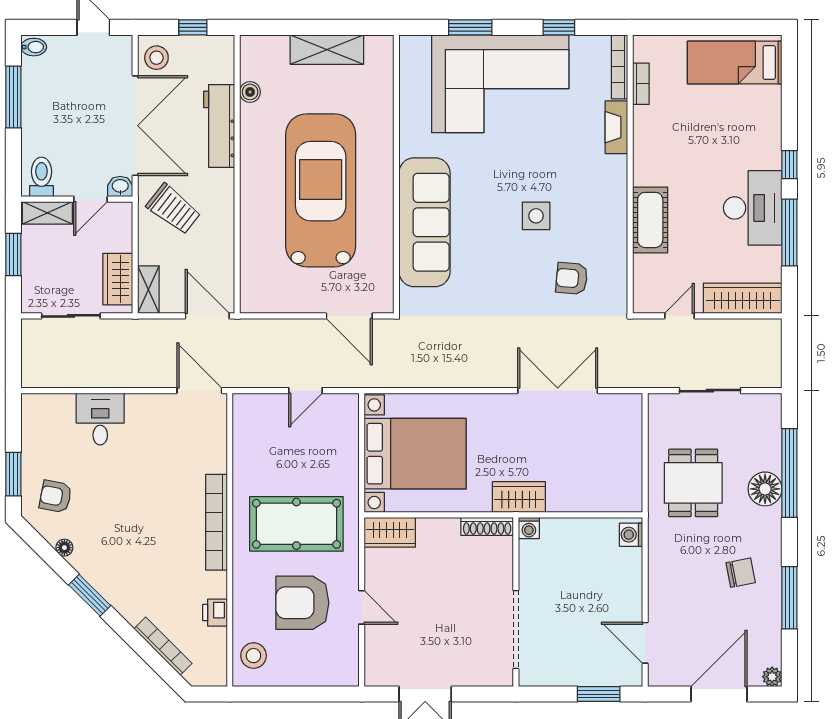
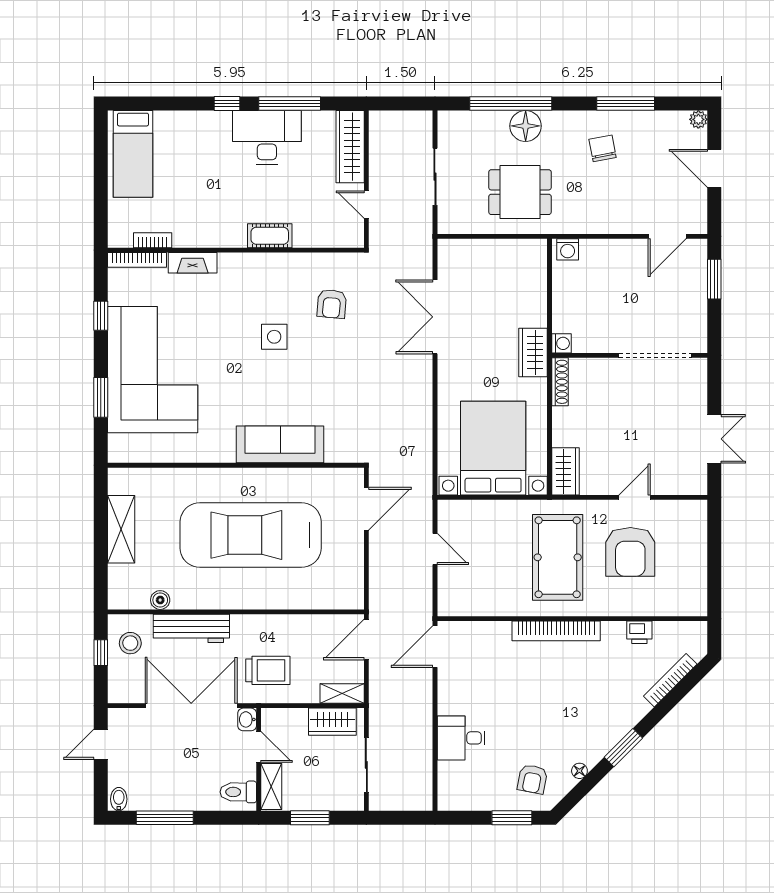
stool: (156, 58) -> (130, 643), moved
trolley: (174, 209) -> (268, 670), turned 52
cot: (650, 220) -> (270, 236), width x0.73, depth x0.75
sofa: (424, 222) -> (280, 444), width x0.74, depth x0.79
stool: (254, 656) -> (679, 597), removed
door: (719, 694) -> (714, 168), width x0.73

